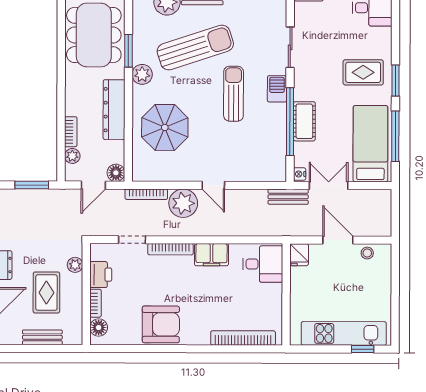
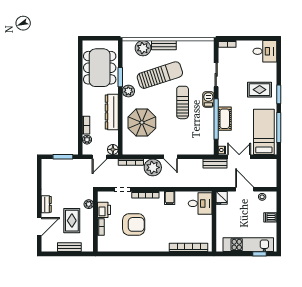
filing cabinet: (211, 255) -> (170, 198), width x0.50
dishwasher: (381, 288) -> (270, 217), added
armchair: (161, 324) -> (134, 224), moved
floor lamp: (99, 328) -> (103, 241), removed

